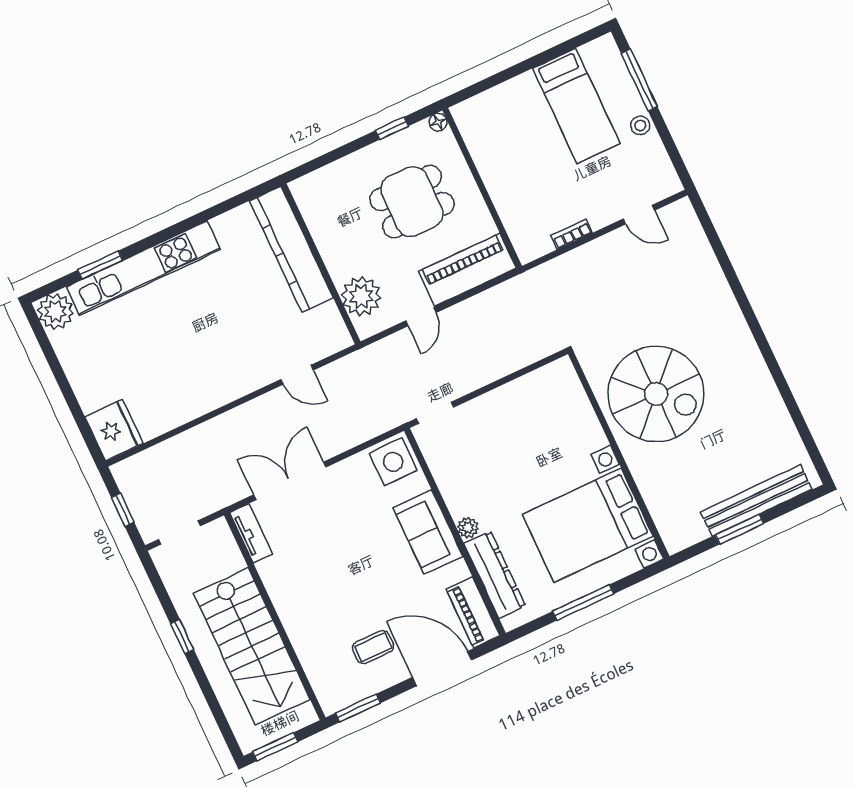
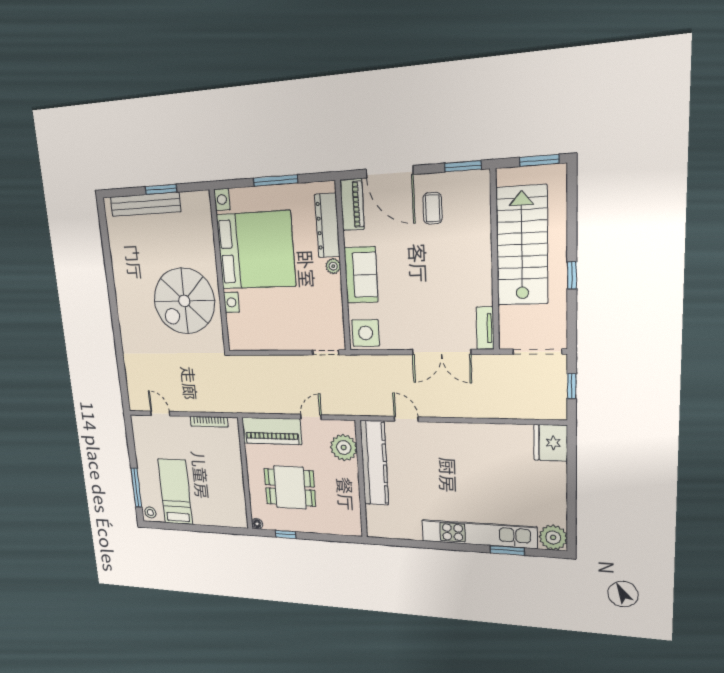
stool: (640, 125) -> (150, 512), moved
bookcase: (572, 234) -> (209, 422), width x1.56
kitchen counter: (291, 249) -> (374, 463), moved
spiral stairs: (656, 394) -> (184, 301), turned -90
bed with nightstands: (588, 525) -> (256, 250), width x1.36
doorway: (179, 533) -> (537, 352), width x1.38
coffee table: (373, 647) -> (433, 208), turned 90

